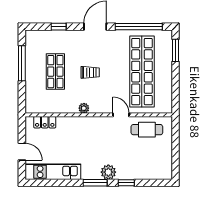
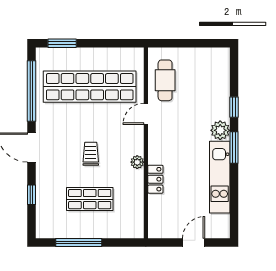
locker: (45, 122) -> (155, 179), moved
kitchen unit: (53, 172) -> (220, 177), moved

